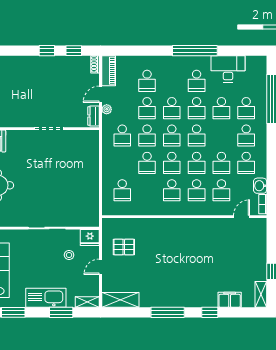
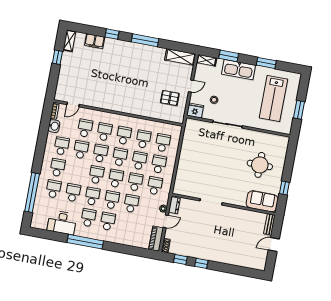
school desk: (147, 81) -> (108, 221), moved
school desk: (122, 163) -> (159, 164), added
school desk: (147, 190) -> (143, 139), added

